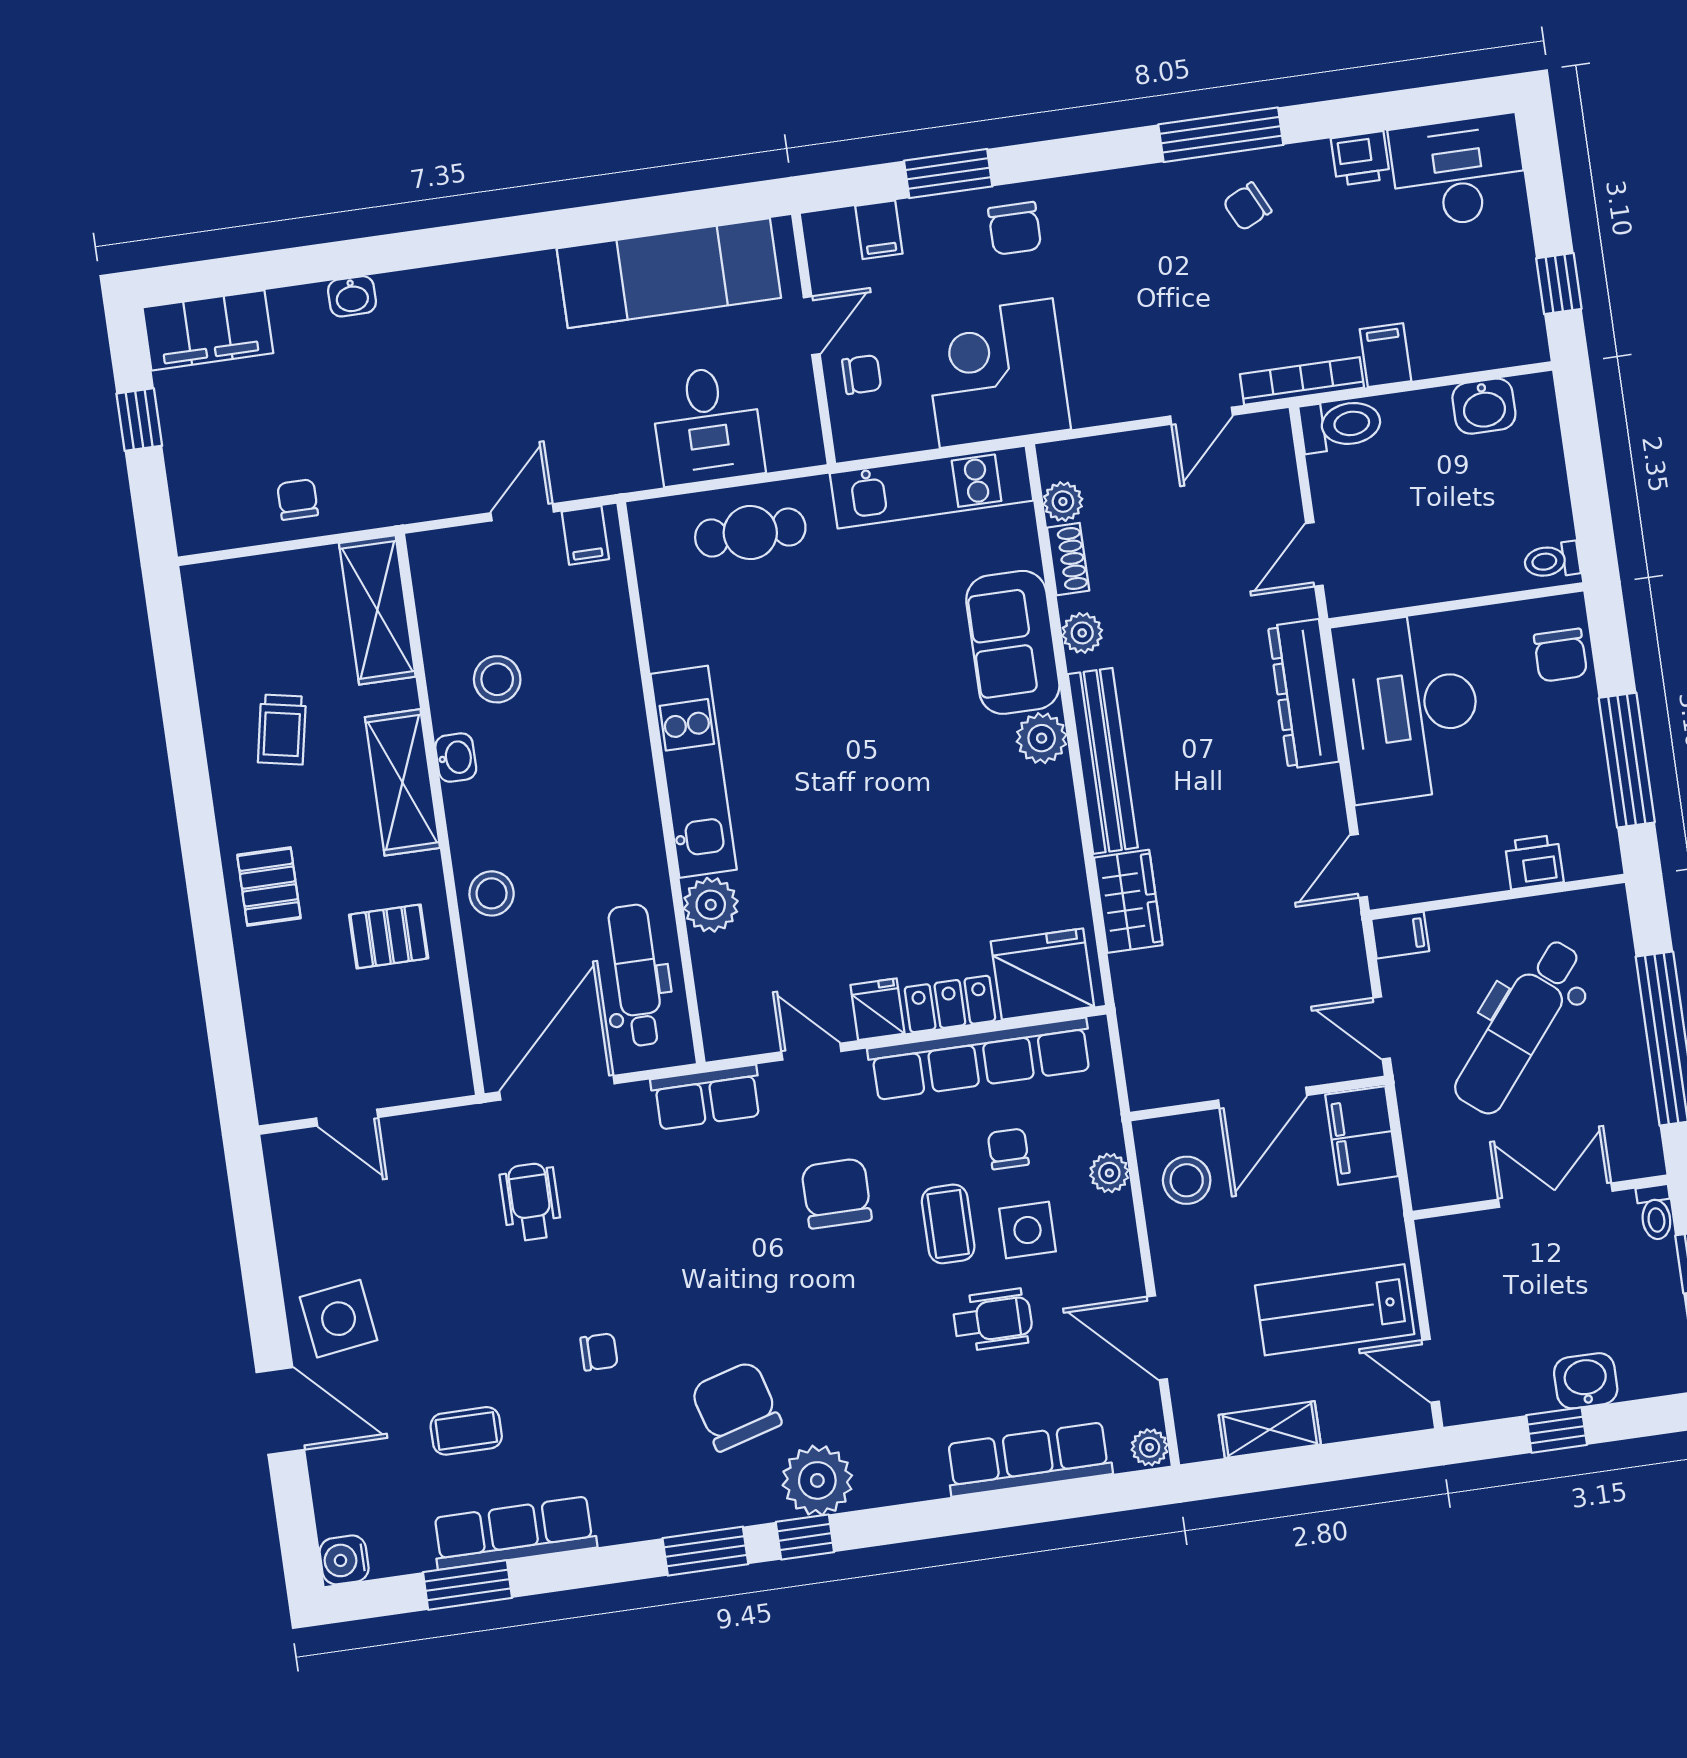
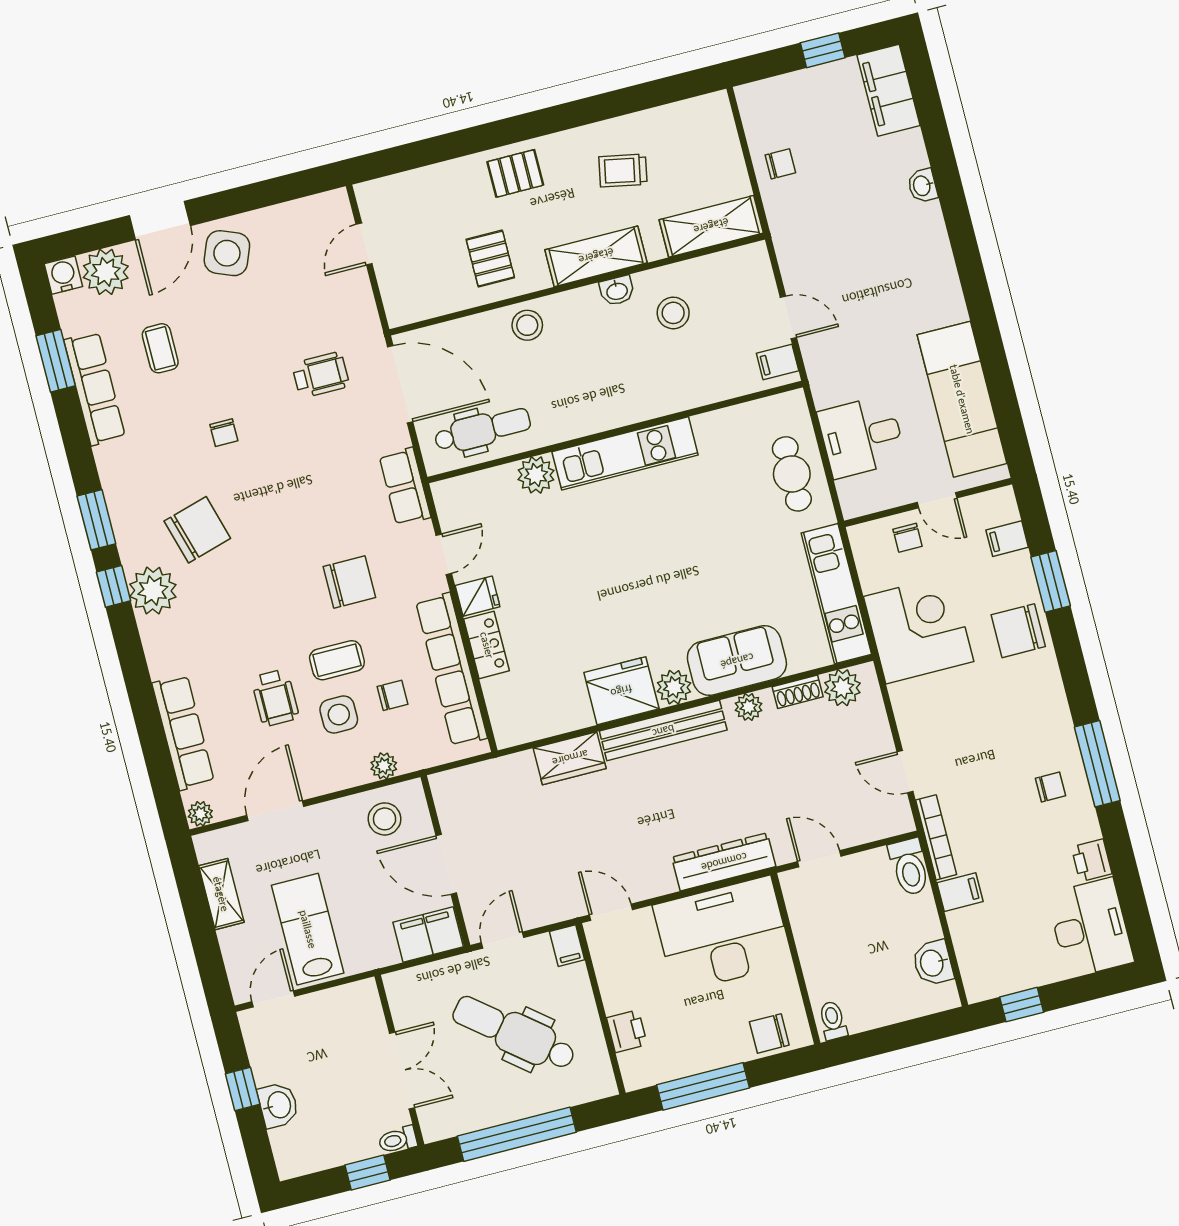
chair: (1247, 207) -> (1051, 787), turned 116
chair: (1015, 228) -> (1018, 631), width x1.37, depth x1.37
plant: (1063, 502) -> (842, 688), width x1.38, depth x1.38
fridge: (1042, 974) -> (621, 691), moved, turned -90
side table: (339, 1319) -> (227, 253), turned 30
plant: (346, 1498) -> (106, 272), added

